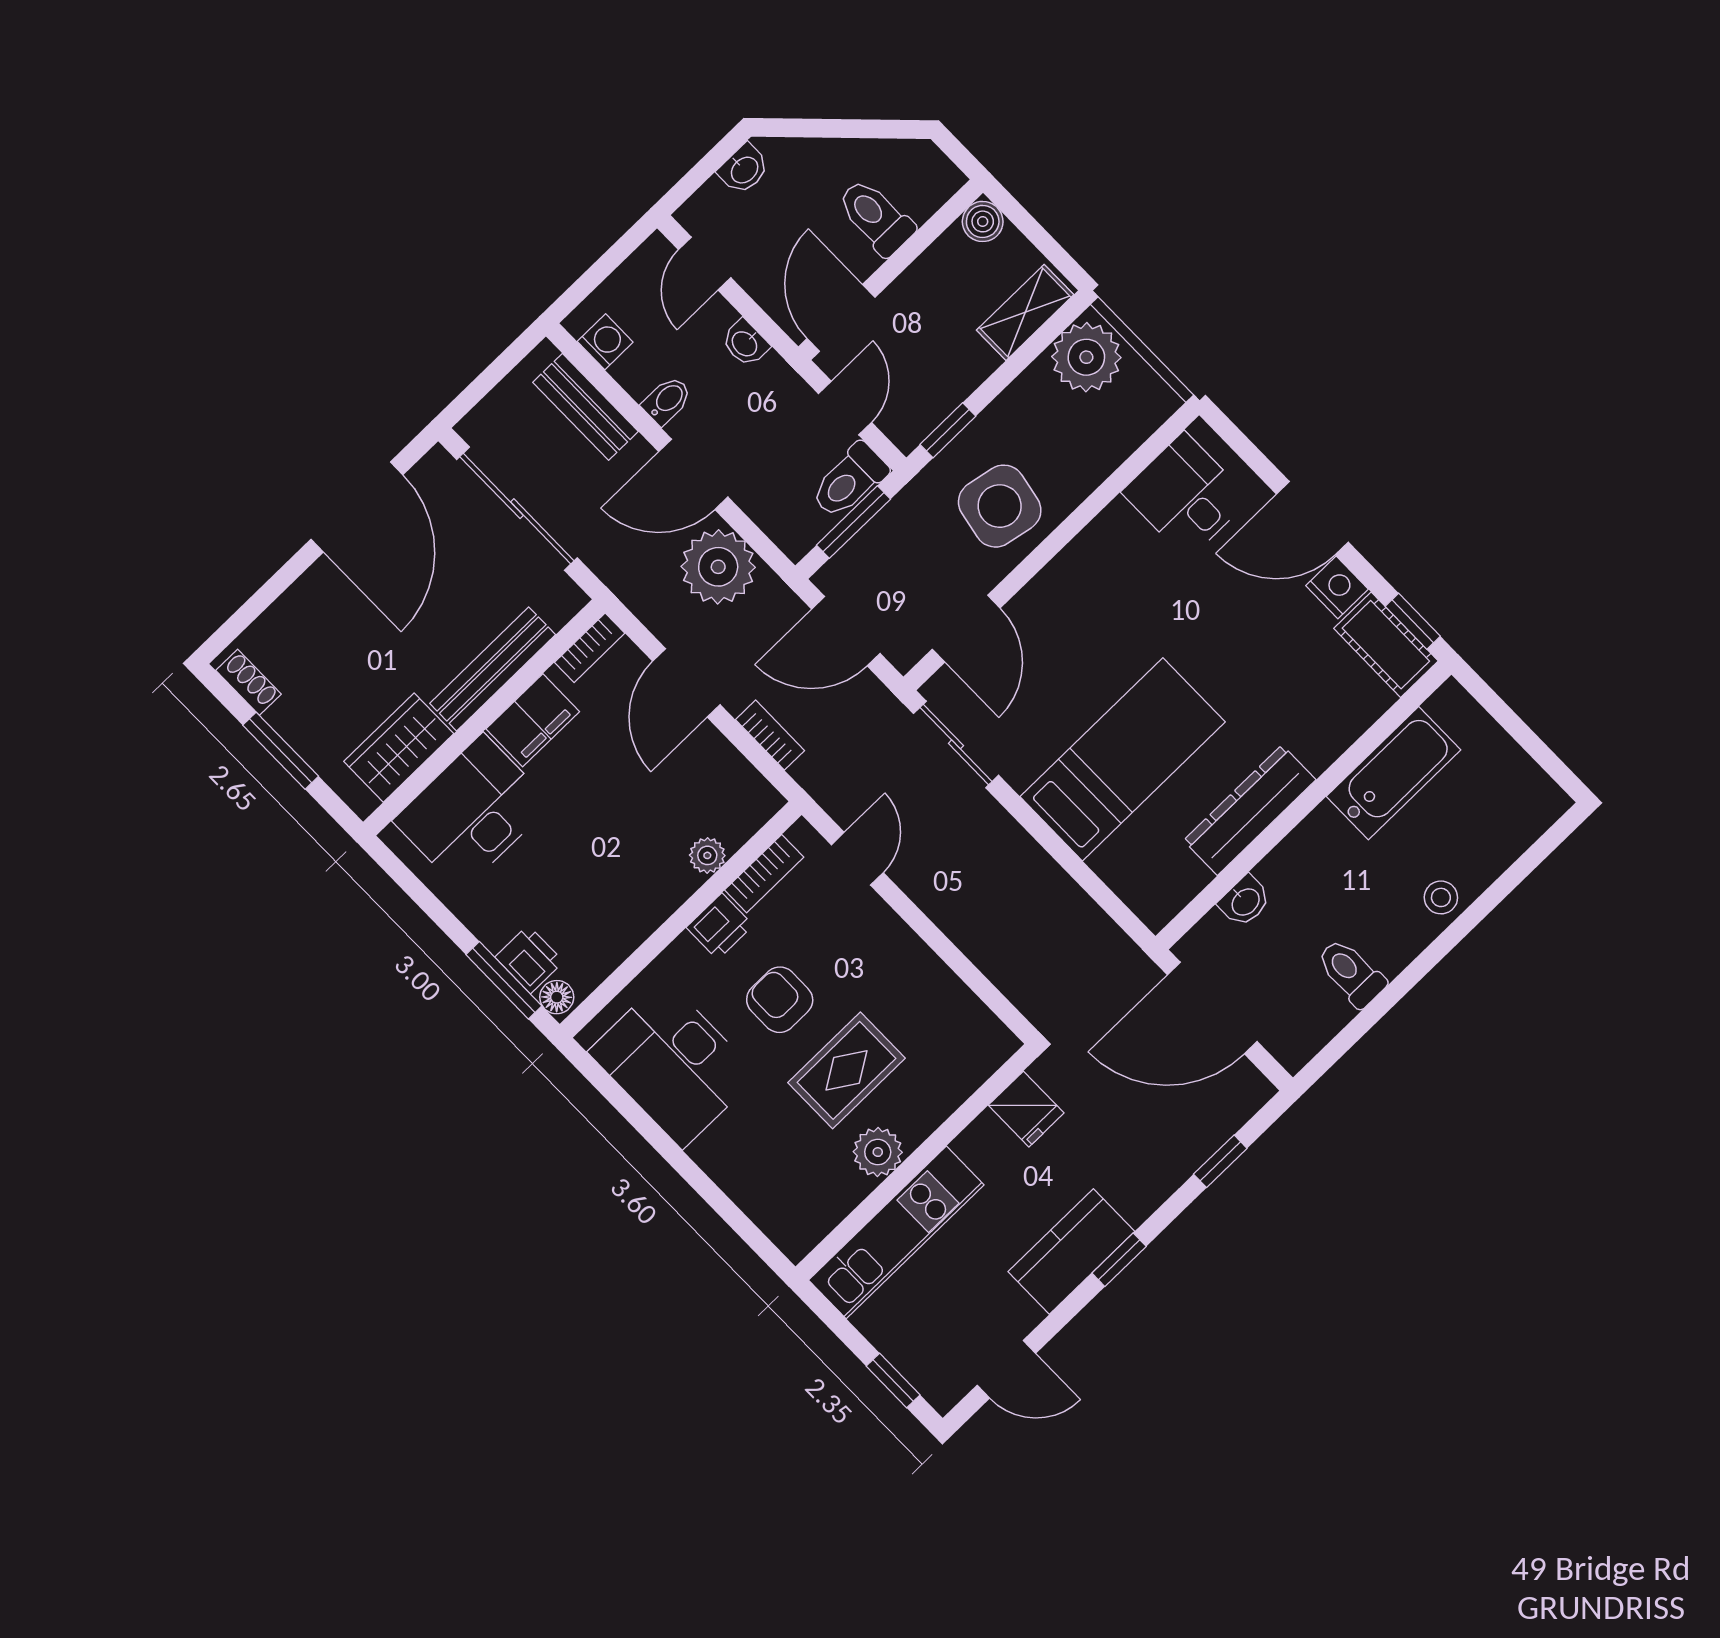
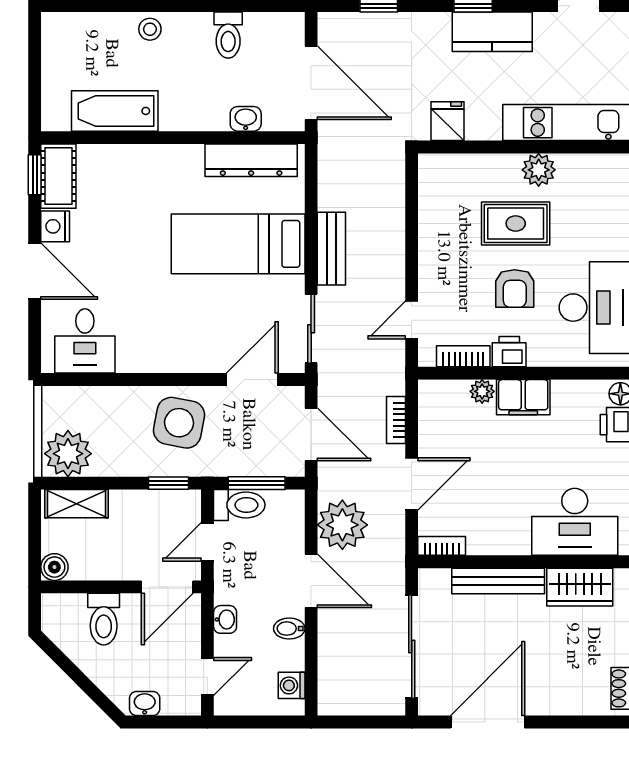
bench: (586, 407) -> (331, 249), moved
filing cabinet: (533, 720) -> (523, 397), moved, turned 180
dresser: (1250, 810) -> (251, 160), moved

